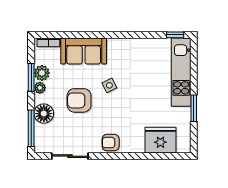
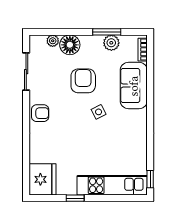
plant: (40, 88) -> (53, 41), moved
window: (194, 108) -> (75, 198), width x0.67
window: (31, 128) -> (55, 32), removed
fridge: (160, 140) -> (43, 179), moved
armchair: (111, 143) -> (40, 113), turned 90

